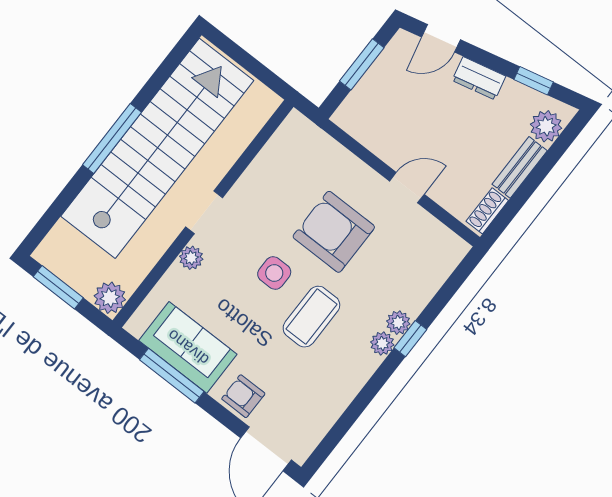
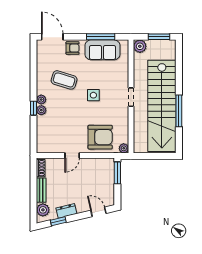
door: (441, 38) -> (98, 212), hinge flipped
window: (362, 64) -> (117, 173), moved
dresser: (479, 78) -> (66, 211), moved
window: (112, 138) -> (179, 111), moved
armchair: (334, 232) -> (100, 137), moved
plant: (191, 258) -> (124, 148), moved
coffee table: (311, 317) -> (64, 80), moved, turned -73

